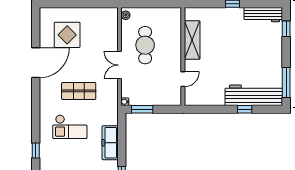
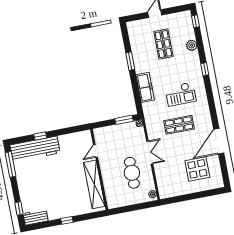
workbench: (263, 15) -> (36, 217), width x0.73
shelving: (192, 40) -> (94, 184), width x1.47
checkout: (70, 127) -> (181, 94), turned 180

